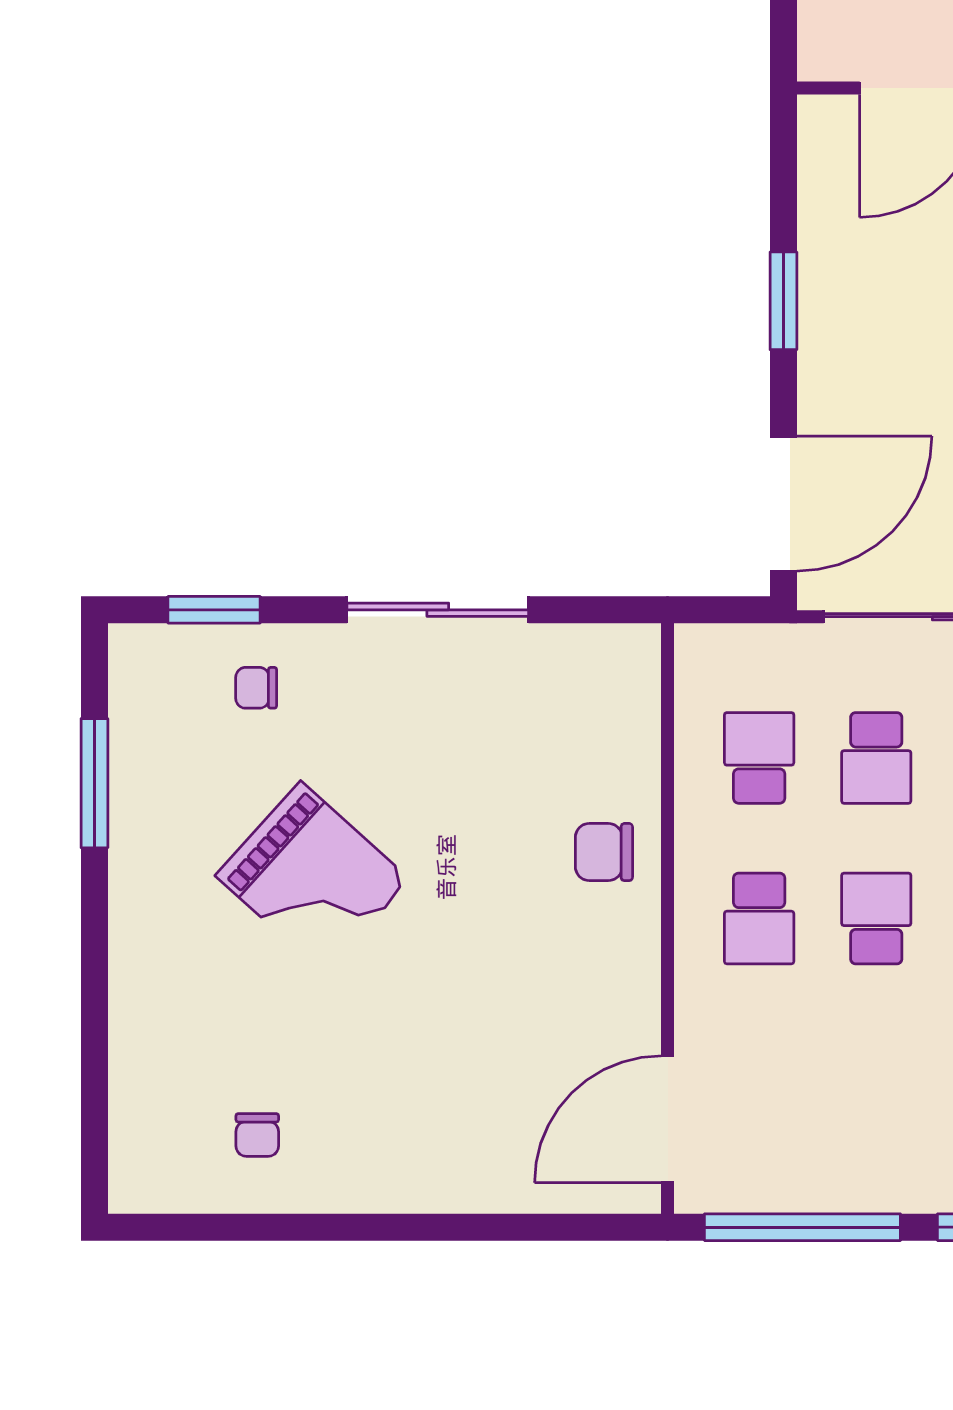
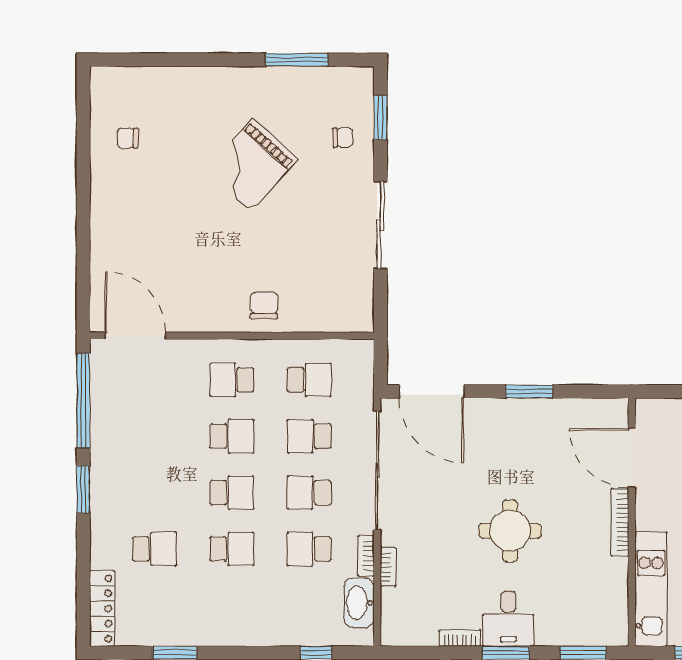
chair: (256, 688) -> (343, 138), turned 88

